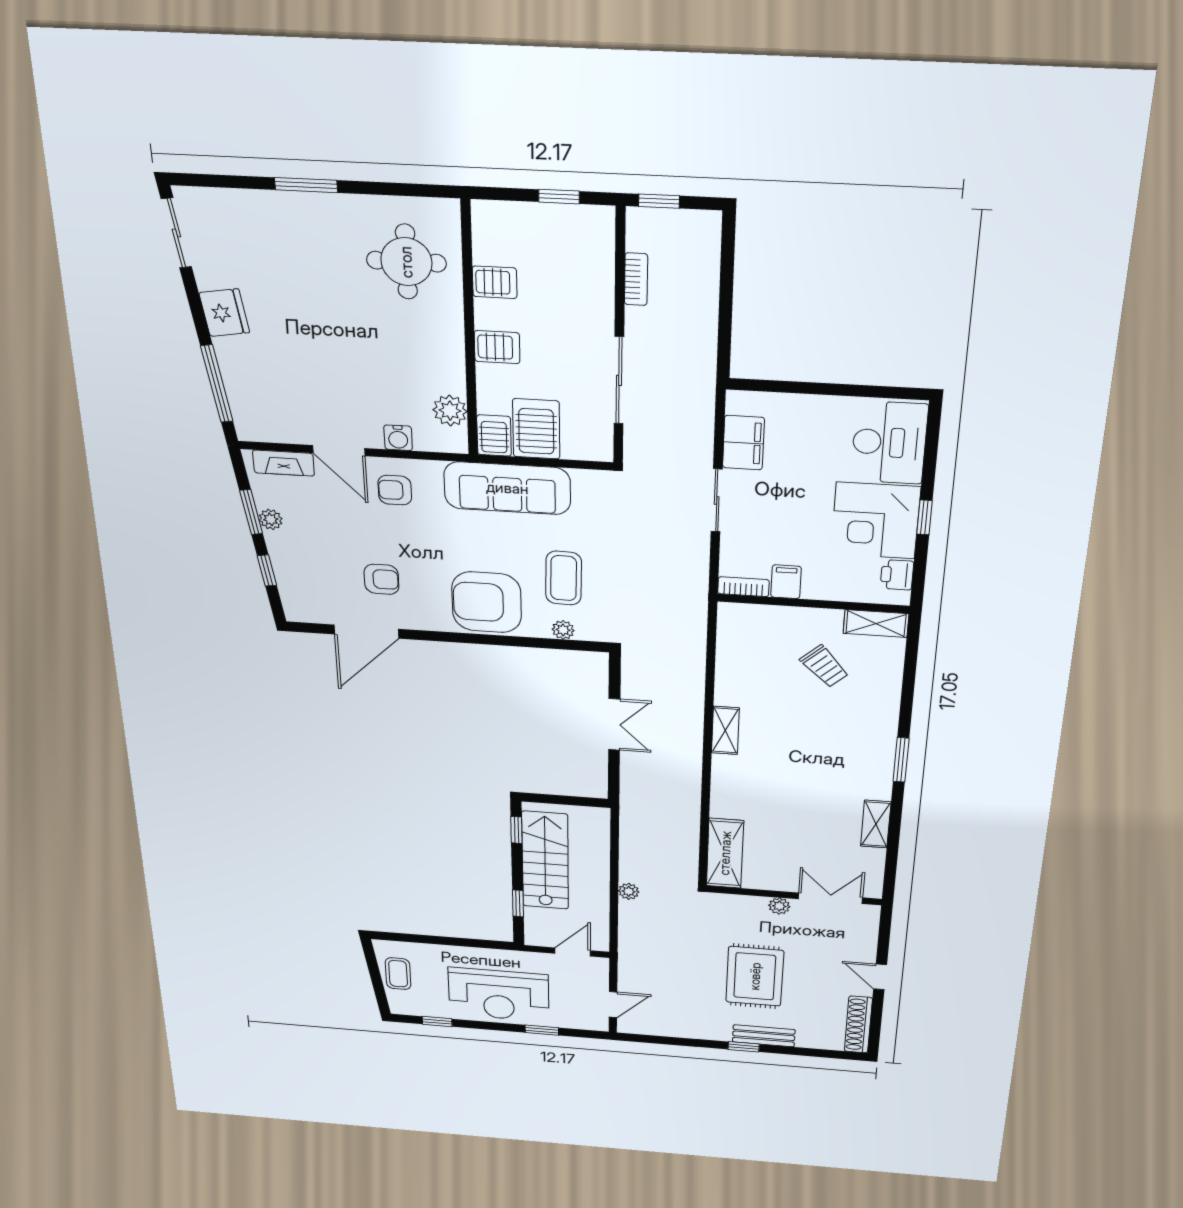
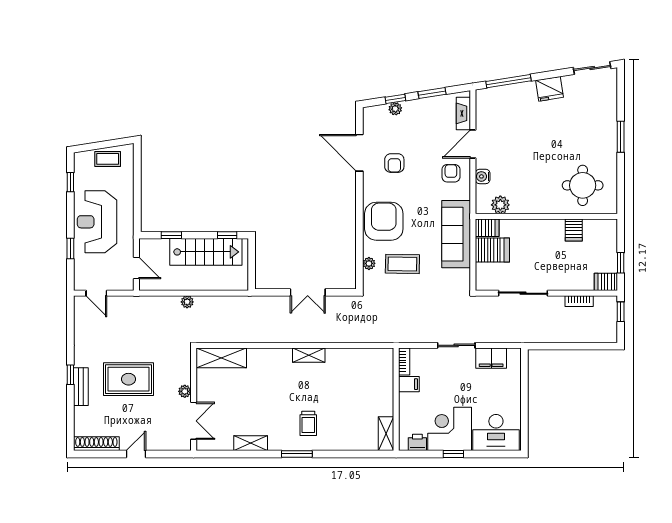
server rack: (497, 347) -> (606, 282), moved, turned 90
plant: (271, 519) -> (395, 109), moved
trolley: (824, 666) -> (308, 423), moved, turned -47

